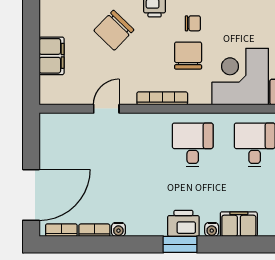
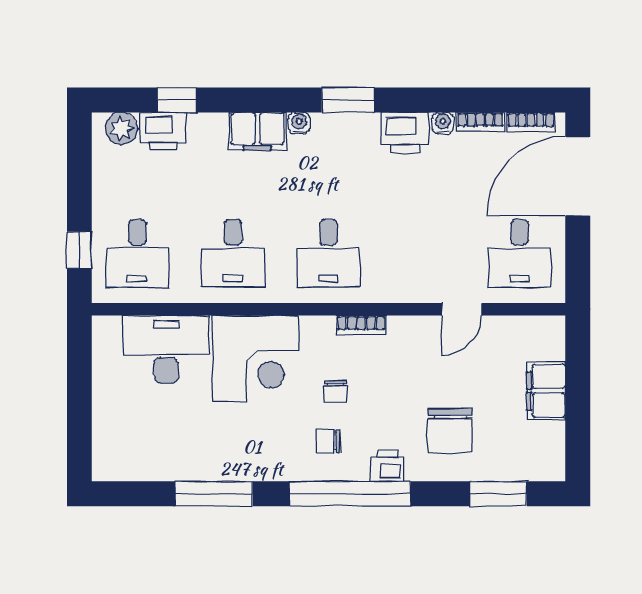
chair: (114, 30) -> (450, 430), turned 136
chair: (188, 56) -> (336, 391), width x0.54, depth x0.54
bookcase: (162, 98) -> (361, 325), width x0.64
desk: (69, 145) -> (520, 253), added
printer: (183, 223) -> (405, 133), moved

